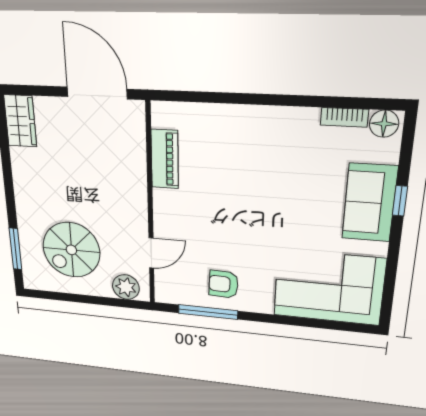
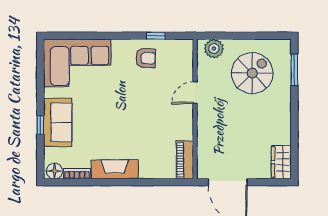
fireplace: (278, 122) -> (115, 169), added
piano: (165, 159) -> (185, 160), moved
door: (151, 253) -> (195, 93), moved
window: (208, 312) -> (156, 36), width x0.46

